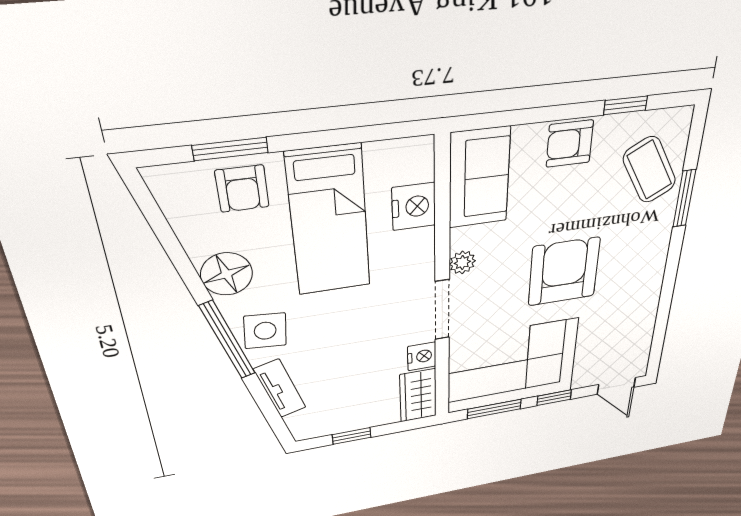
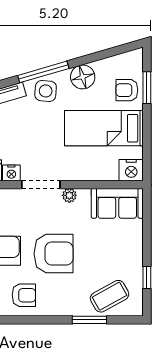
armchair: (570, 144) -> (24, 295), moved, turned 90
nightstand: (414, 207) -> (131, 170), moved

